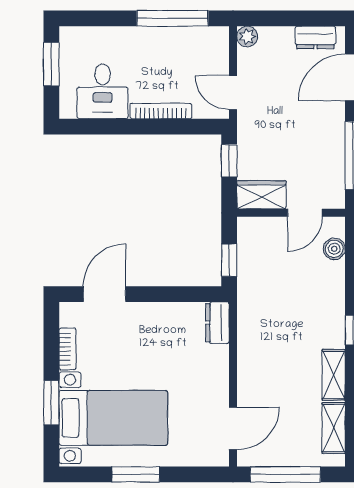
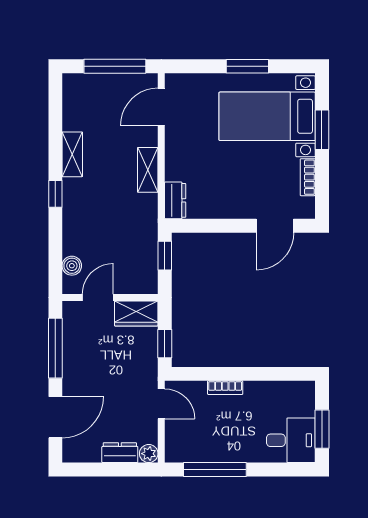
dresser: (315, 37) -> (120, 453), moved
desk: (103, 91) -> (291, 440), moved, turned 90
bookcase: (161, 111) -> (225, 388), width x0.64
shelving: (334, 428) -> (148, 170), moved

